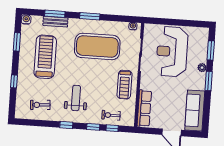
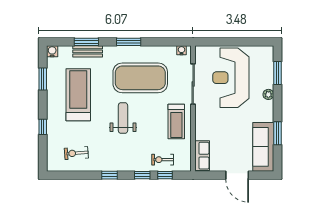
window: (209, 81) -> (277, 133), moved
weight bench: (76, 98) -> (123, 118), moved
row of seats: (144, 108) -> (202, 156), width x0.68

